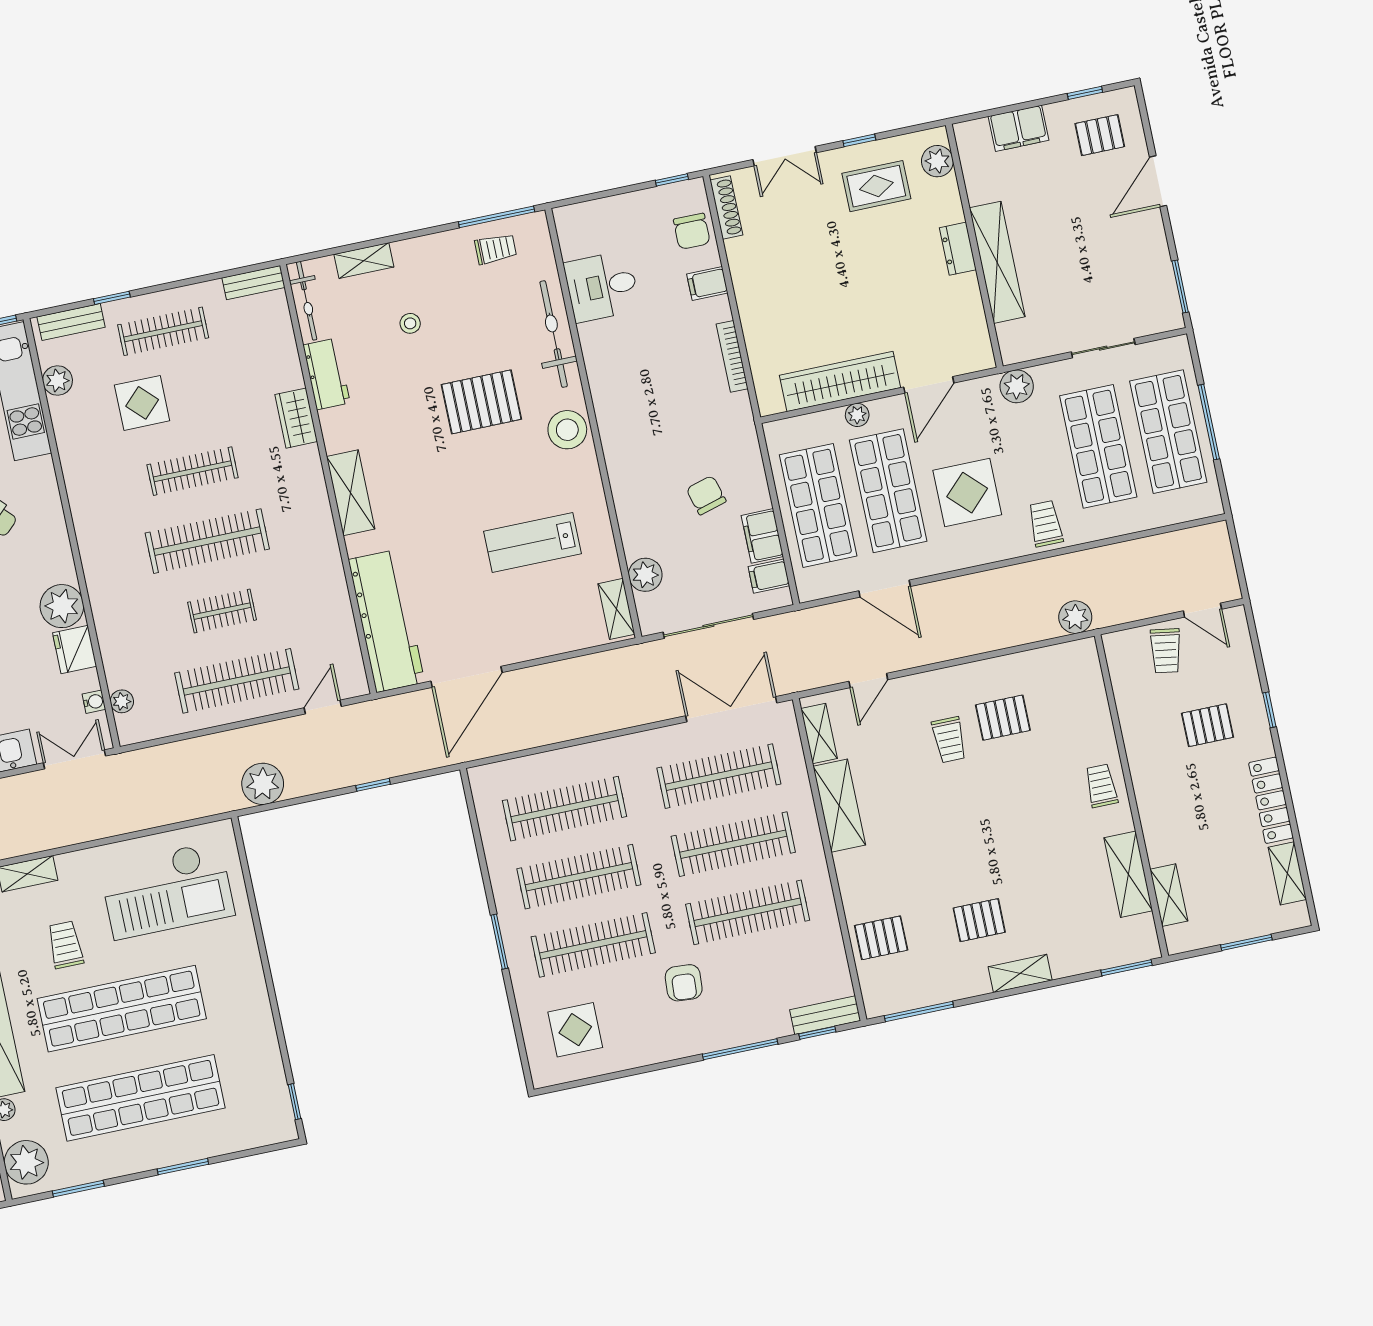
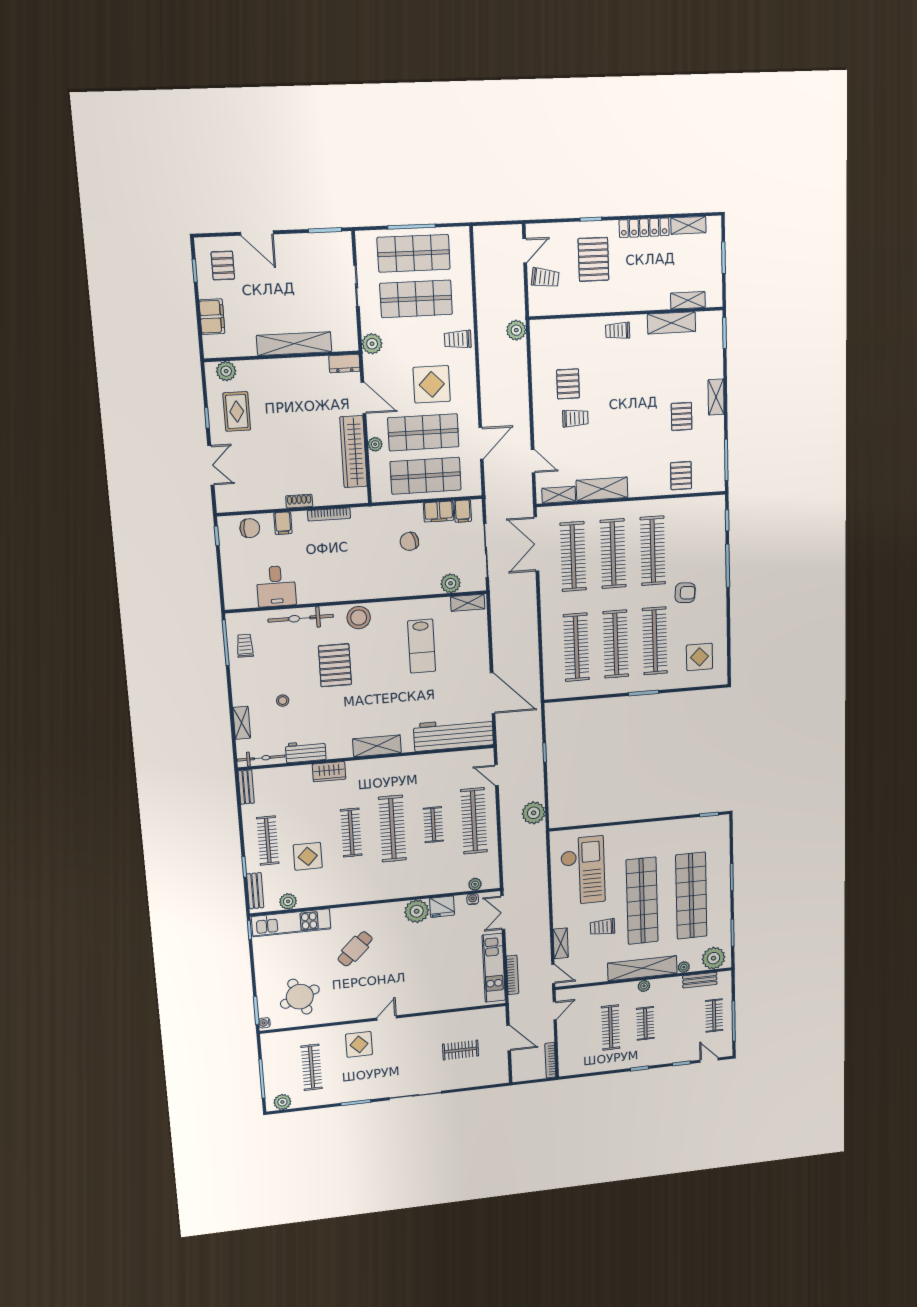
shoe rack: (726, 208) -> (299, 501), moved, width x0.70
dresser: (958, 249) -> (344, 364), moved
pallet: (1208, 725) -> (593, 259), width x1.50, depth x1.42
bench: (825, 1015) -> (718, 514), removed

